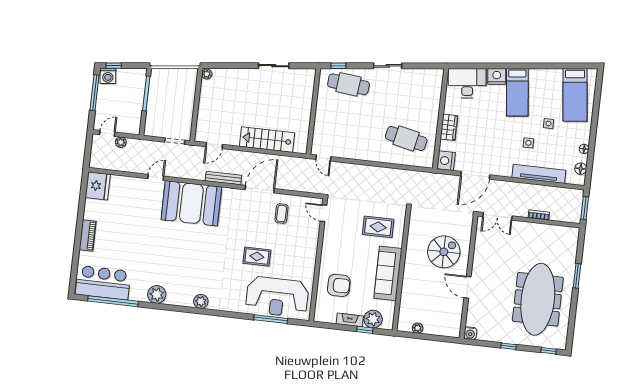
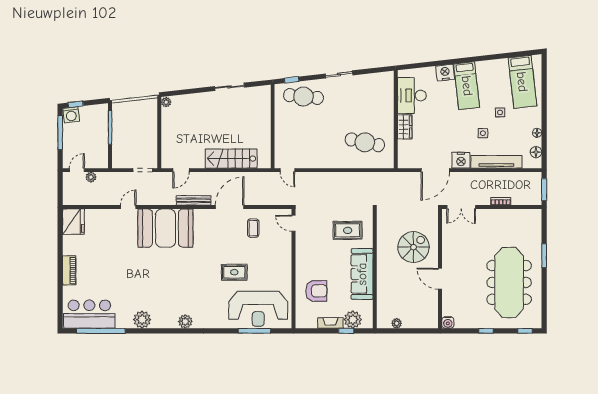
desk: (467, 83) -> (412, 96), moved, turned -84
nightstand: (446, 161) -> (461, 160), moved, turned -90

